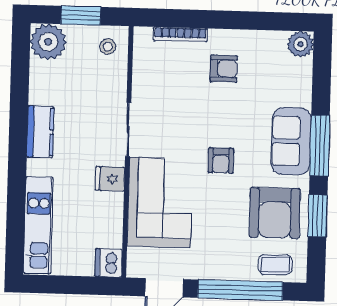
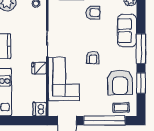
sofa: (291, 141) -> (127, 31), moved

